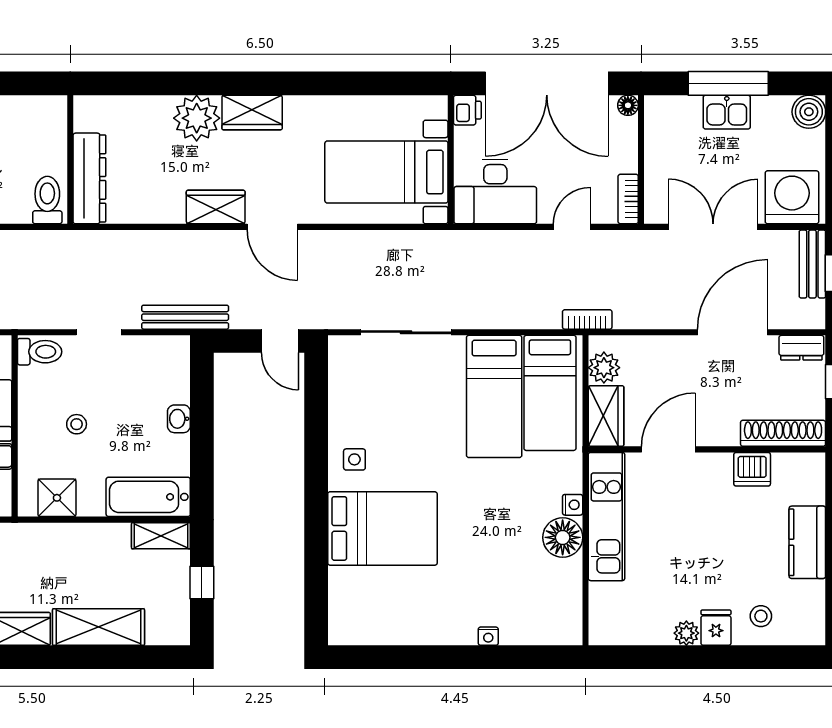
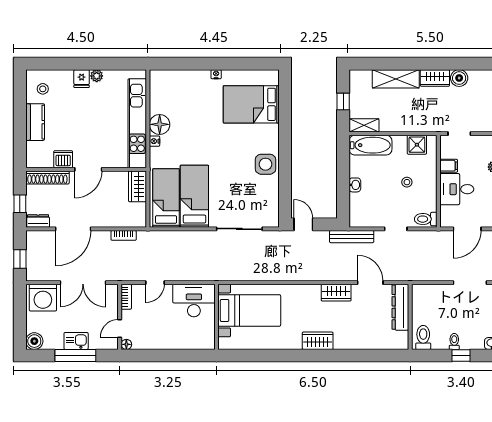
double door: (547, 83) -> (168, 356), removed
printer: (467, 110) -> (208, 342), removed
plant: (197, 118) -> (346, 338), removed
door: (641, 137) -> (120, 328), added
toilet: (47, 200) -> (423, 337), moved, turned 180
door: (272, 227) -> (370, 283), moved
bench: (812, 264) -> (32, 264), removed
bookcase: (587, 319) -> (124, 235), moved
plant: (604, 368) -> (139, 211), removed
door: (668, 449) -> (88, 169), moved
side table: (354, 459) -> (266, 164), width x1.87, depth x1.87
kitchen unit: (606, 517) -> (137, 123), width x1.36
bed: (382, 528) -> (251, 104), moved
stool: (761, 616) -> (43, 89), moved
nightstand: (488, 636) -> (216, 74), moved

